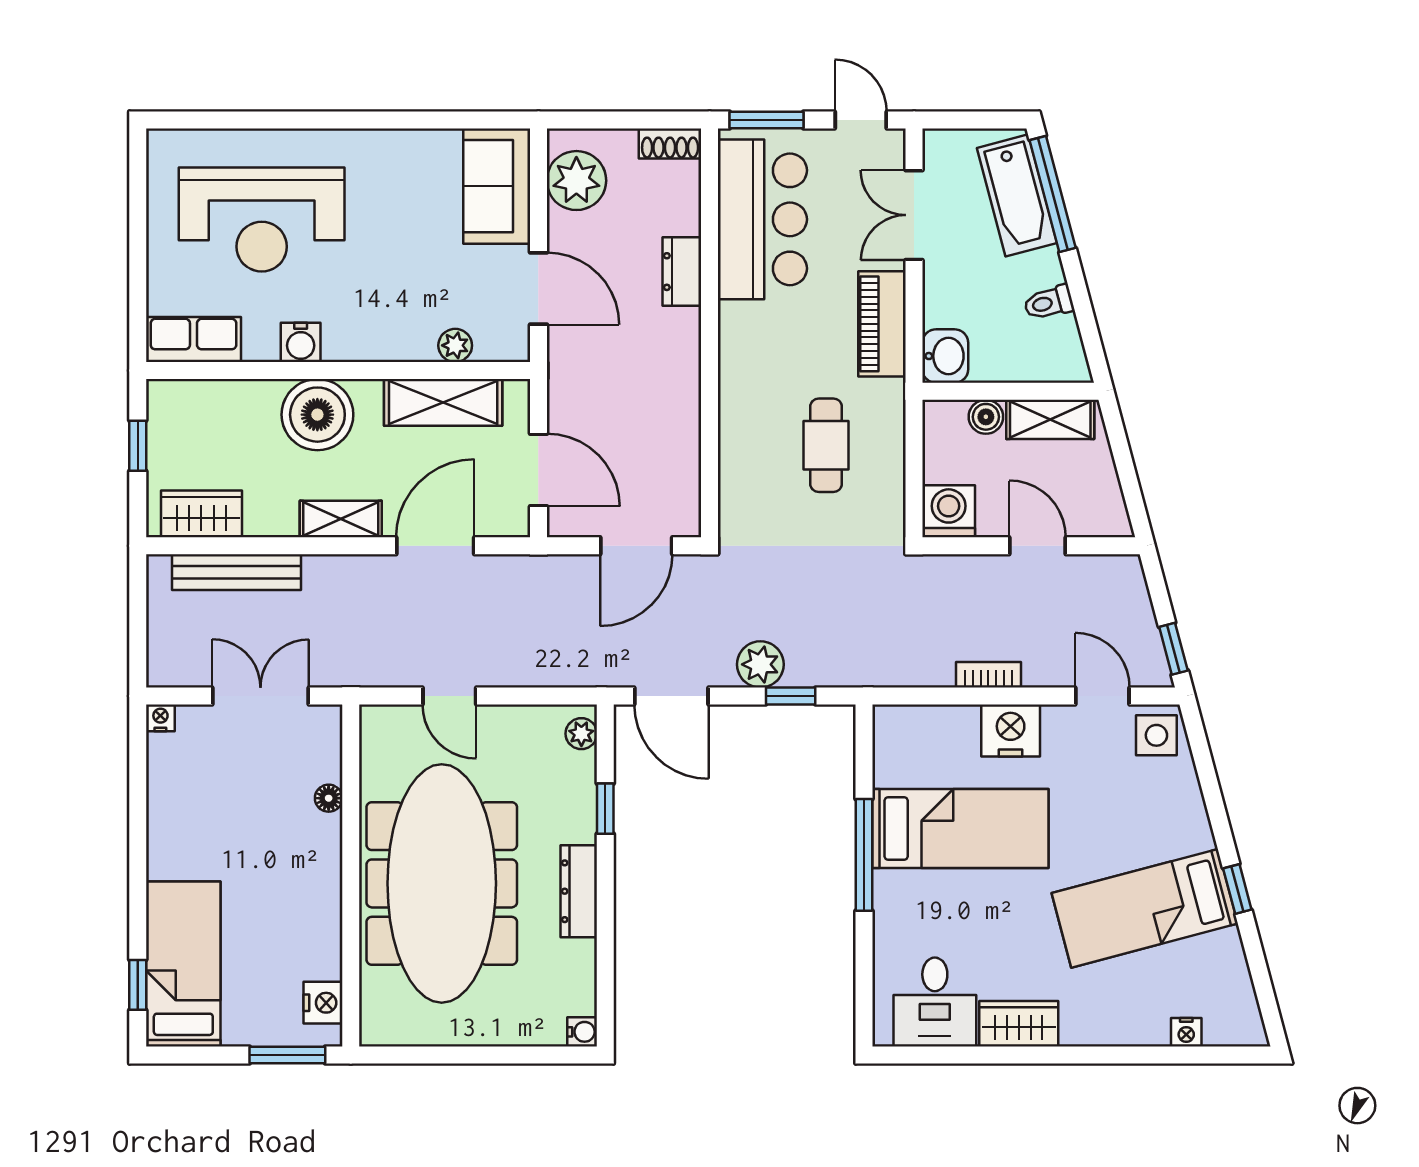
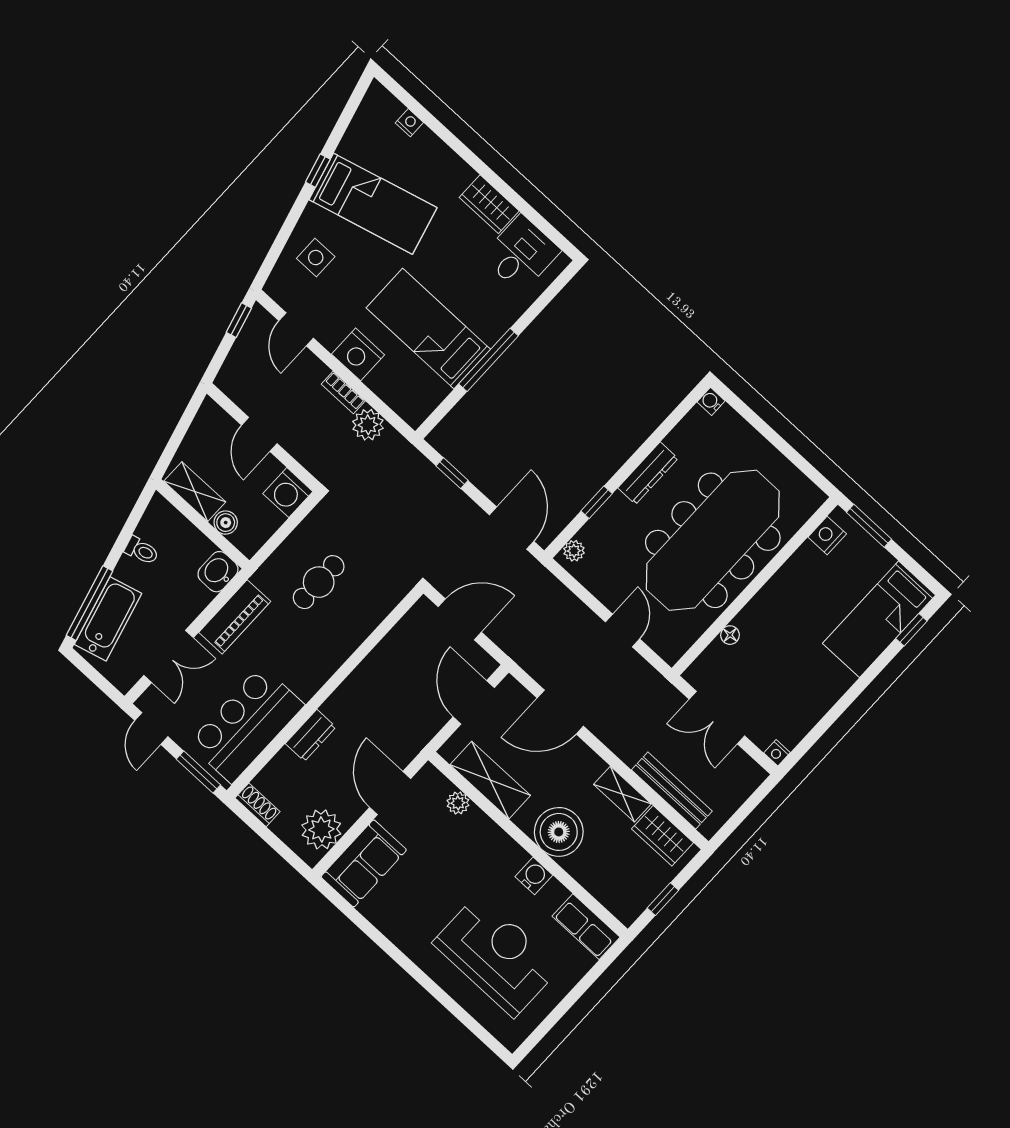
shelving: (341, 519) -> (622, 794), moved
plant: (760, 664) -> (368, 425), moved
side table: (1156, 735) -> (316, 258), moved

